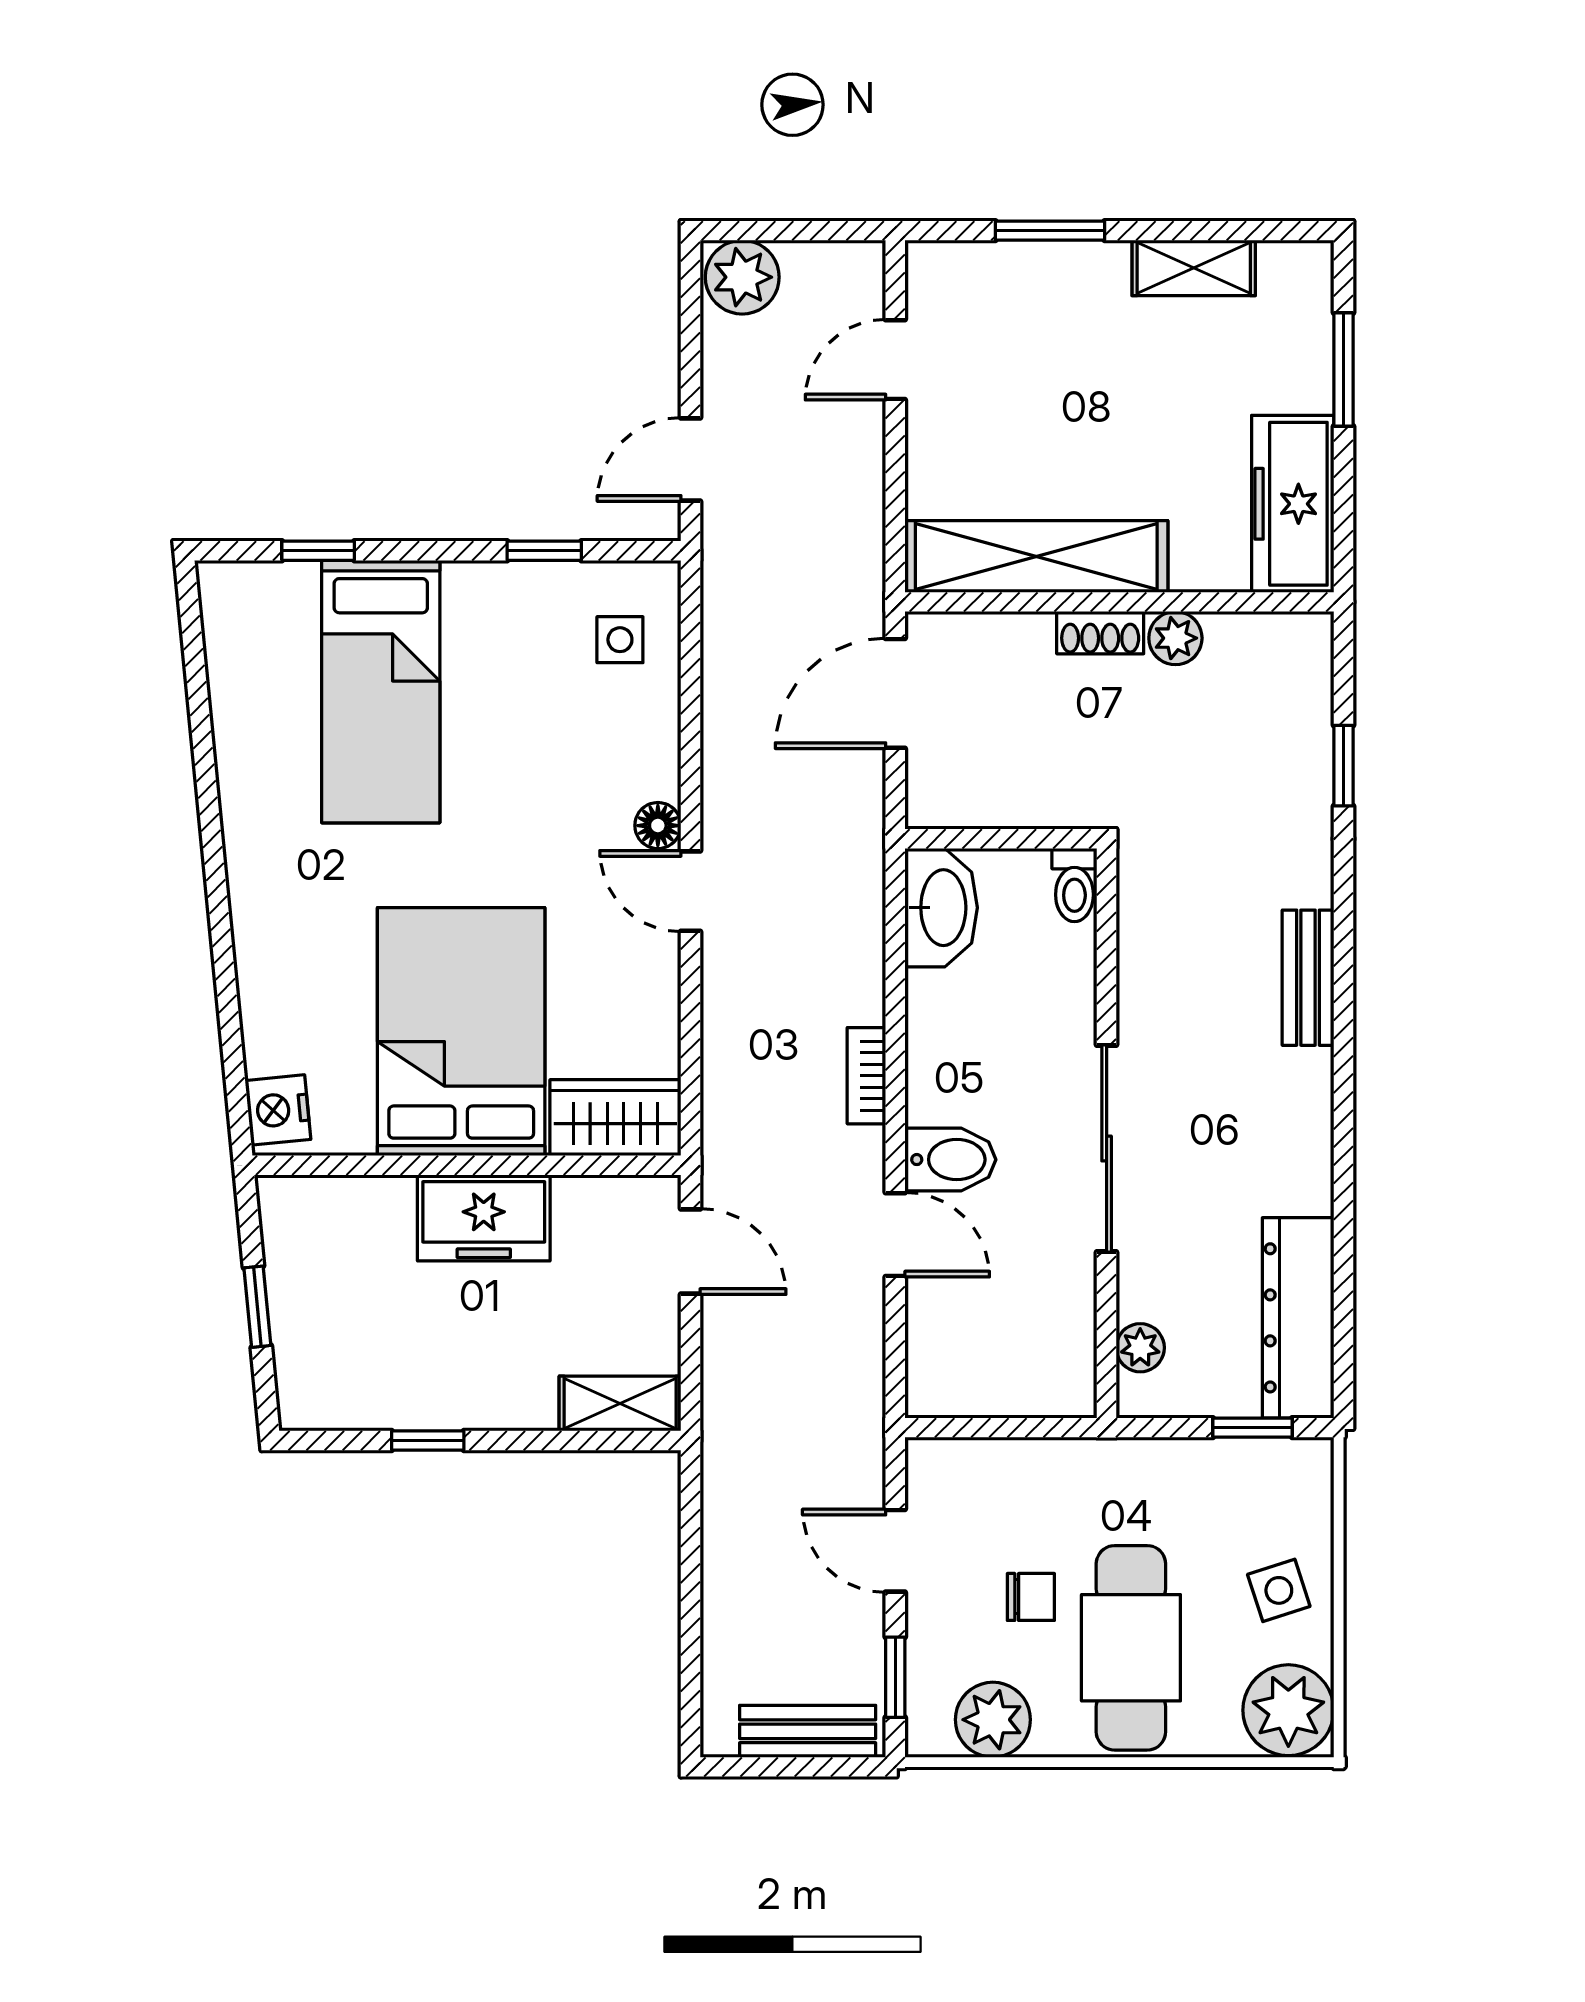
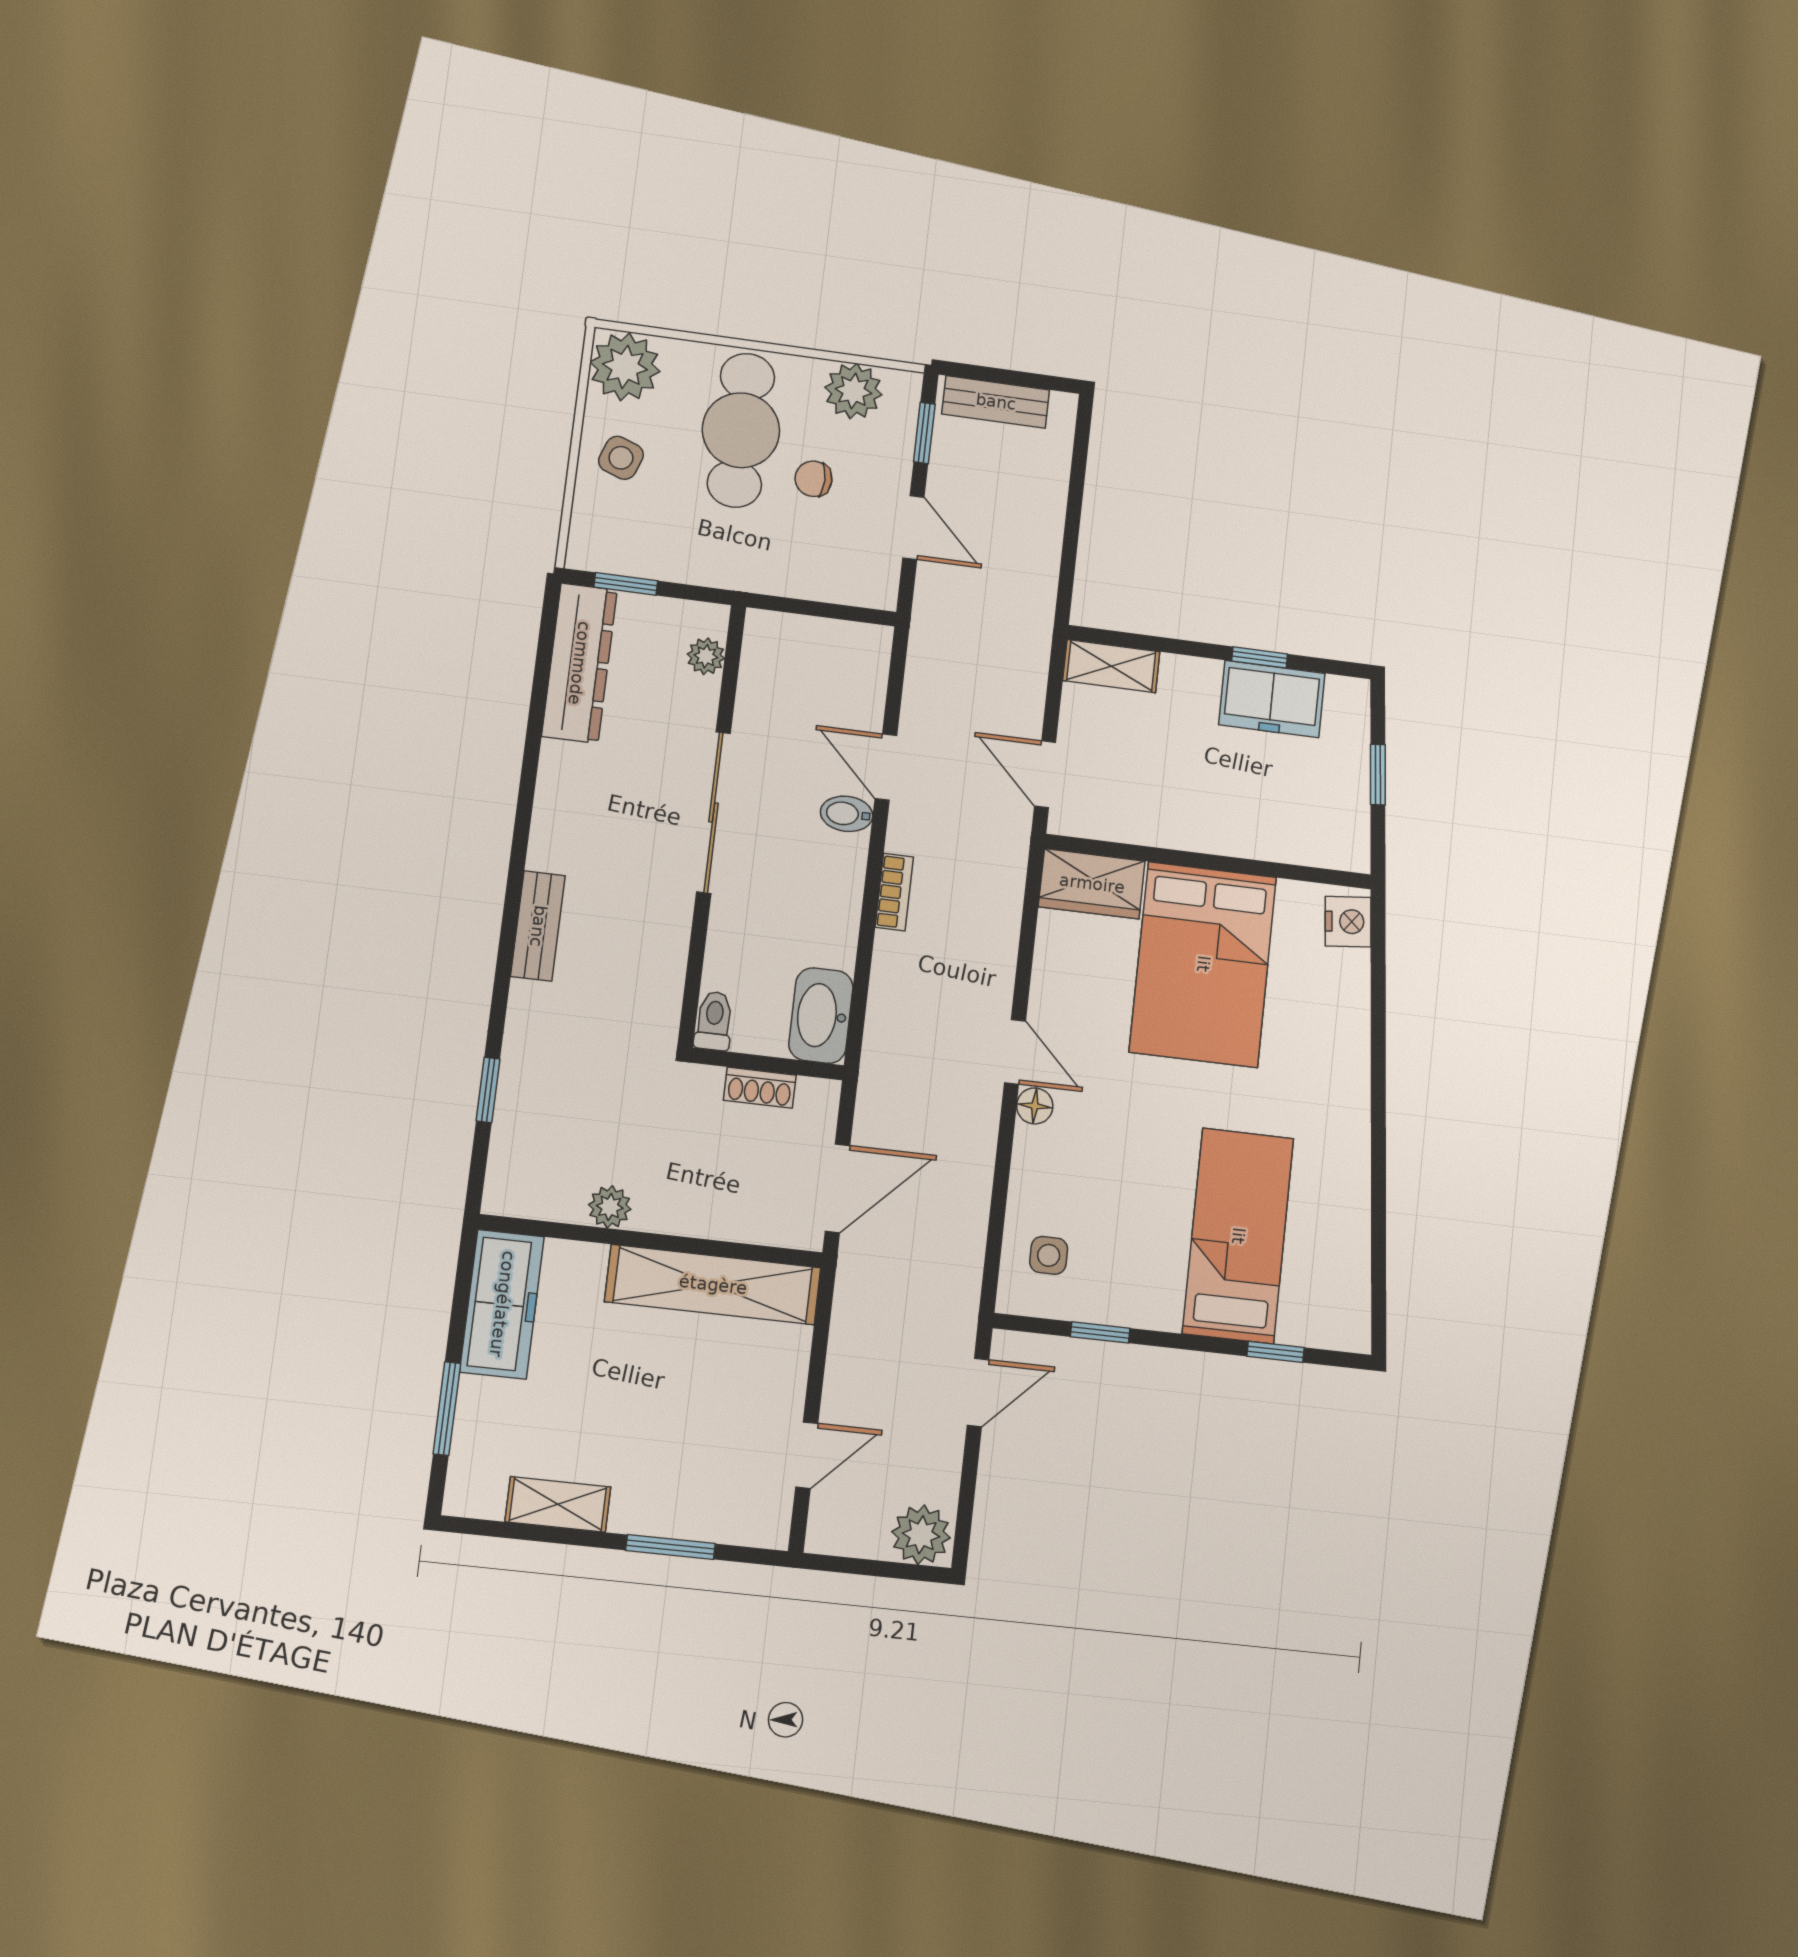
shoe rack: (1100, 633) -> (760, 1088), moved, turned 180
bidet: (950, 1160) -> (847, 814), width x0.72, depth x0.74
freezer: (484, 1218) -> (1272, 699), moved, turned 180
side table: (1279, 1590) -> (621, 458), turned 38

